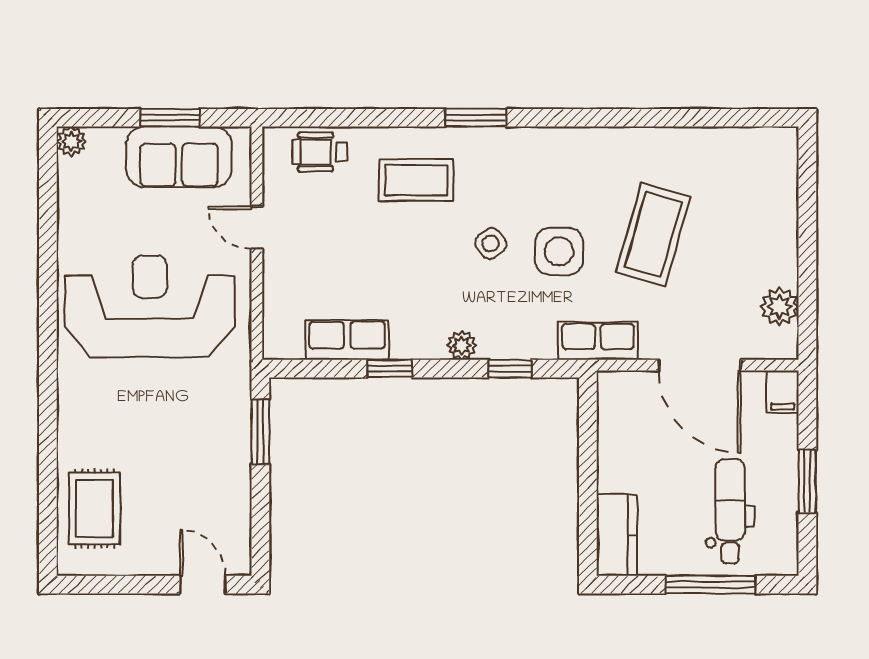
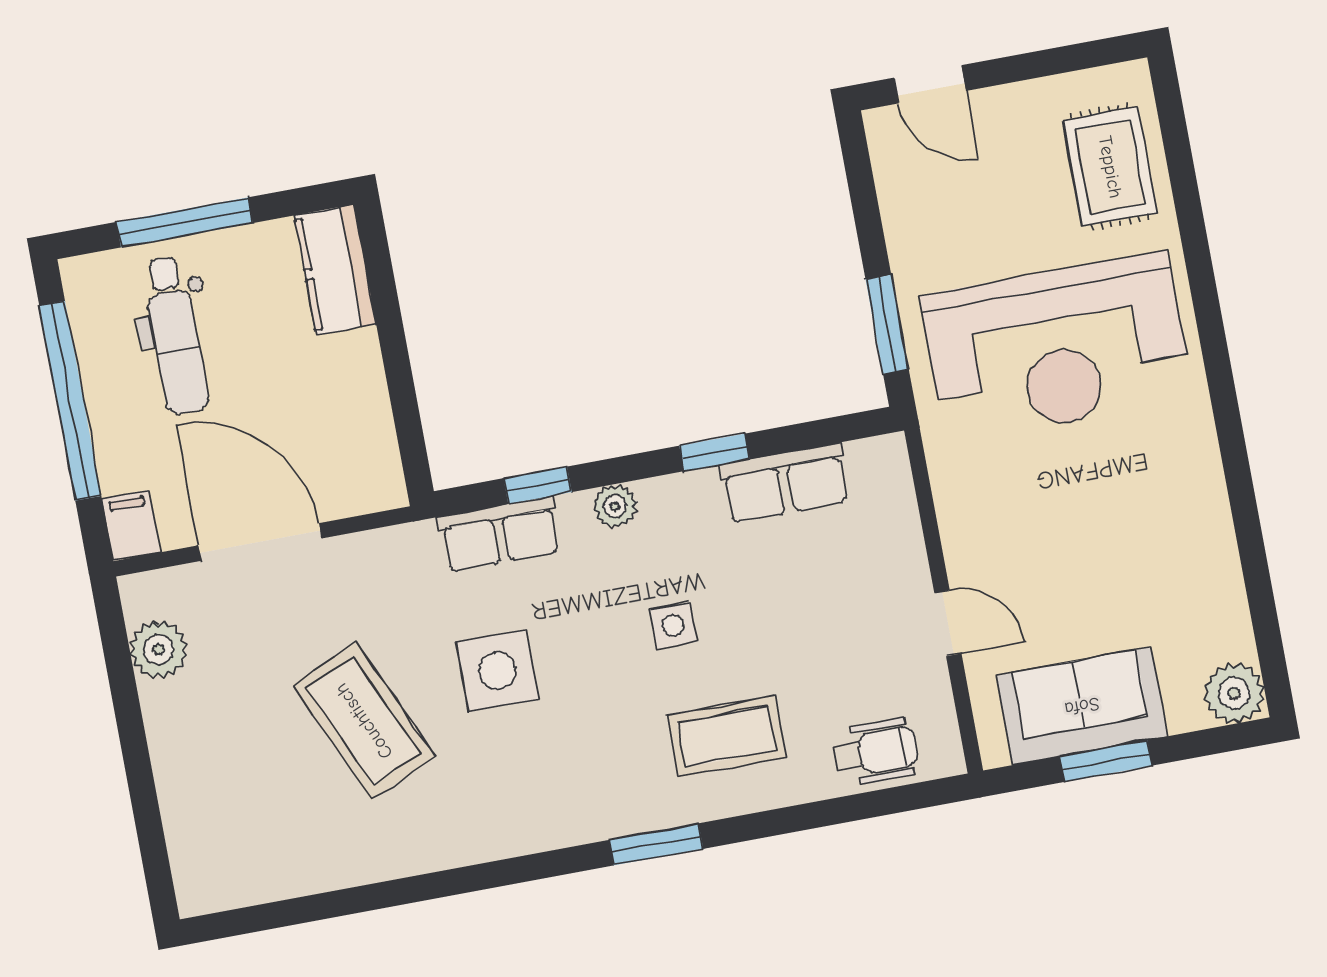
plant: (71, 141) -> (1234, 693), width x1.38, depth x1.38
coffee table: (653, 235) -> (364, 721), turned -40
side table: (491, 244) -> (673, 625), moved, turned 37
reception desk: (150, 306) -> (1057, 347), moved
row of seats: (598, 341) -> (500, 534), moved
window: (807, 481) -> (70, 401), width x2.11

